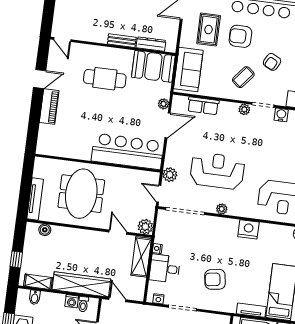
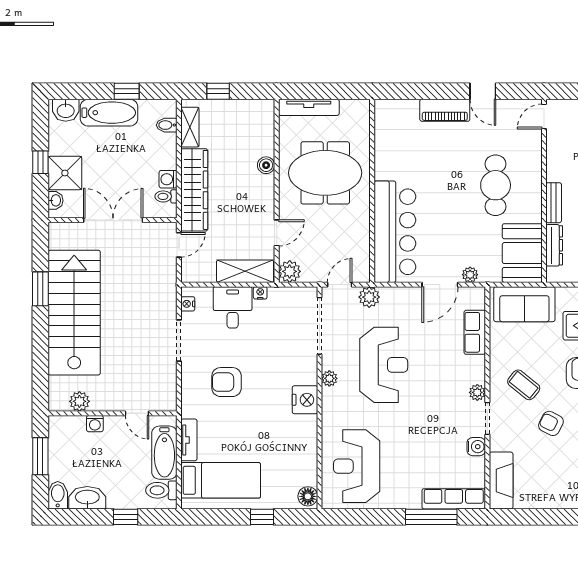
door: (168, 125) -> (440, 285), hinge flipped
nightstand: (248, 229) -> (305, 400), moved
boiler: (45, 230) -> (266, 165), moved
armchair: (215, 279) -> (227, 382), turned -81

